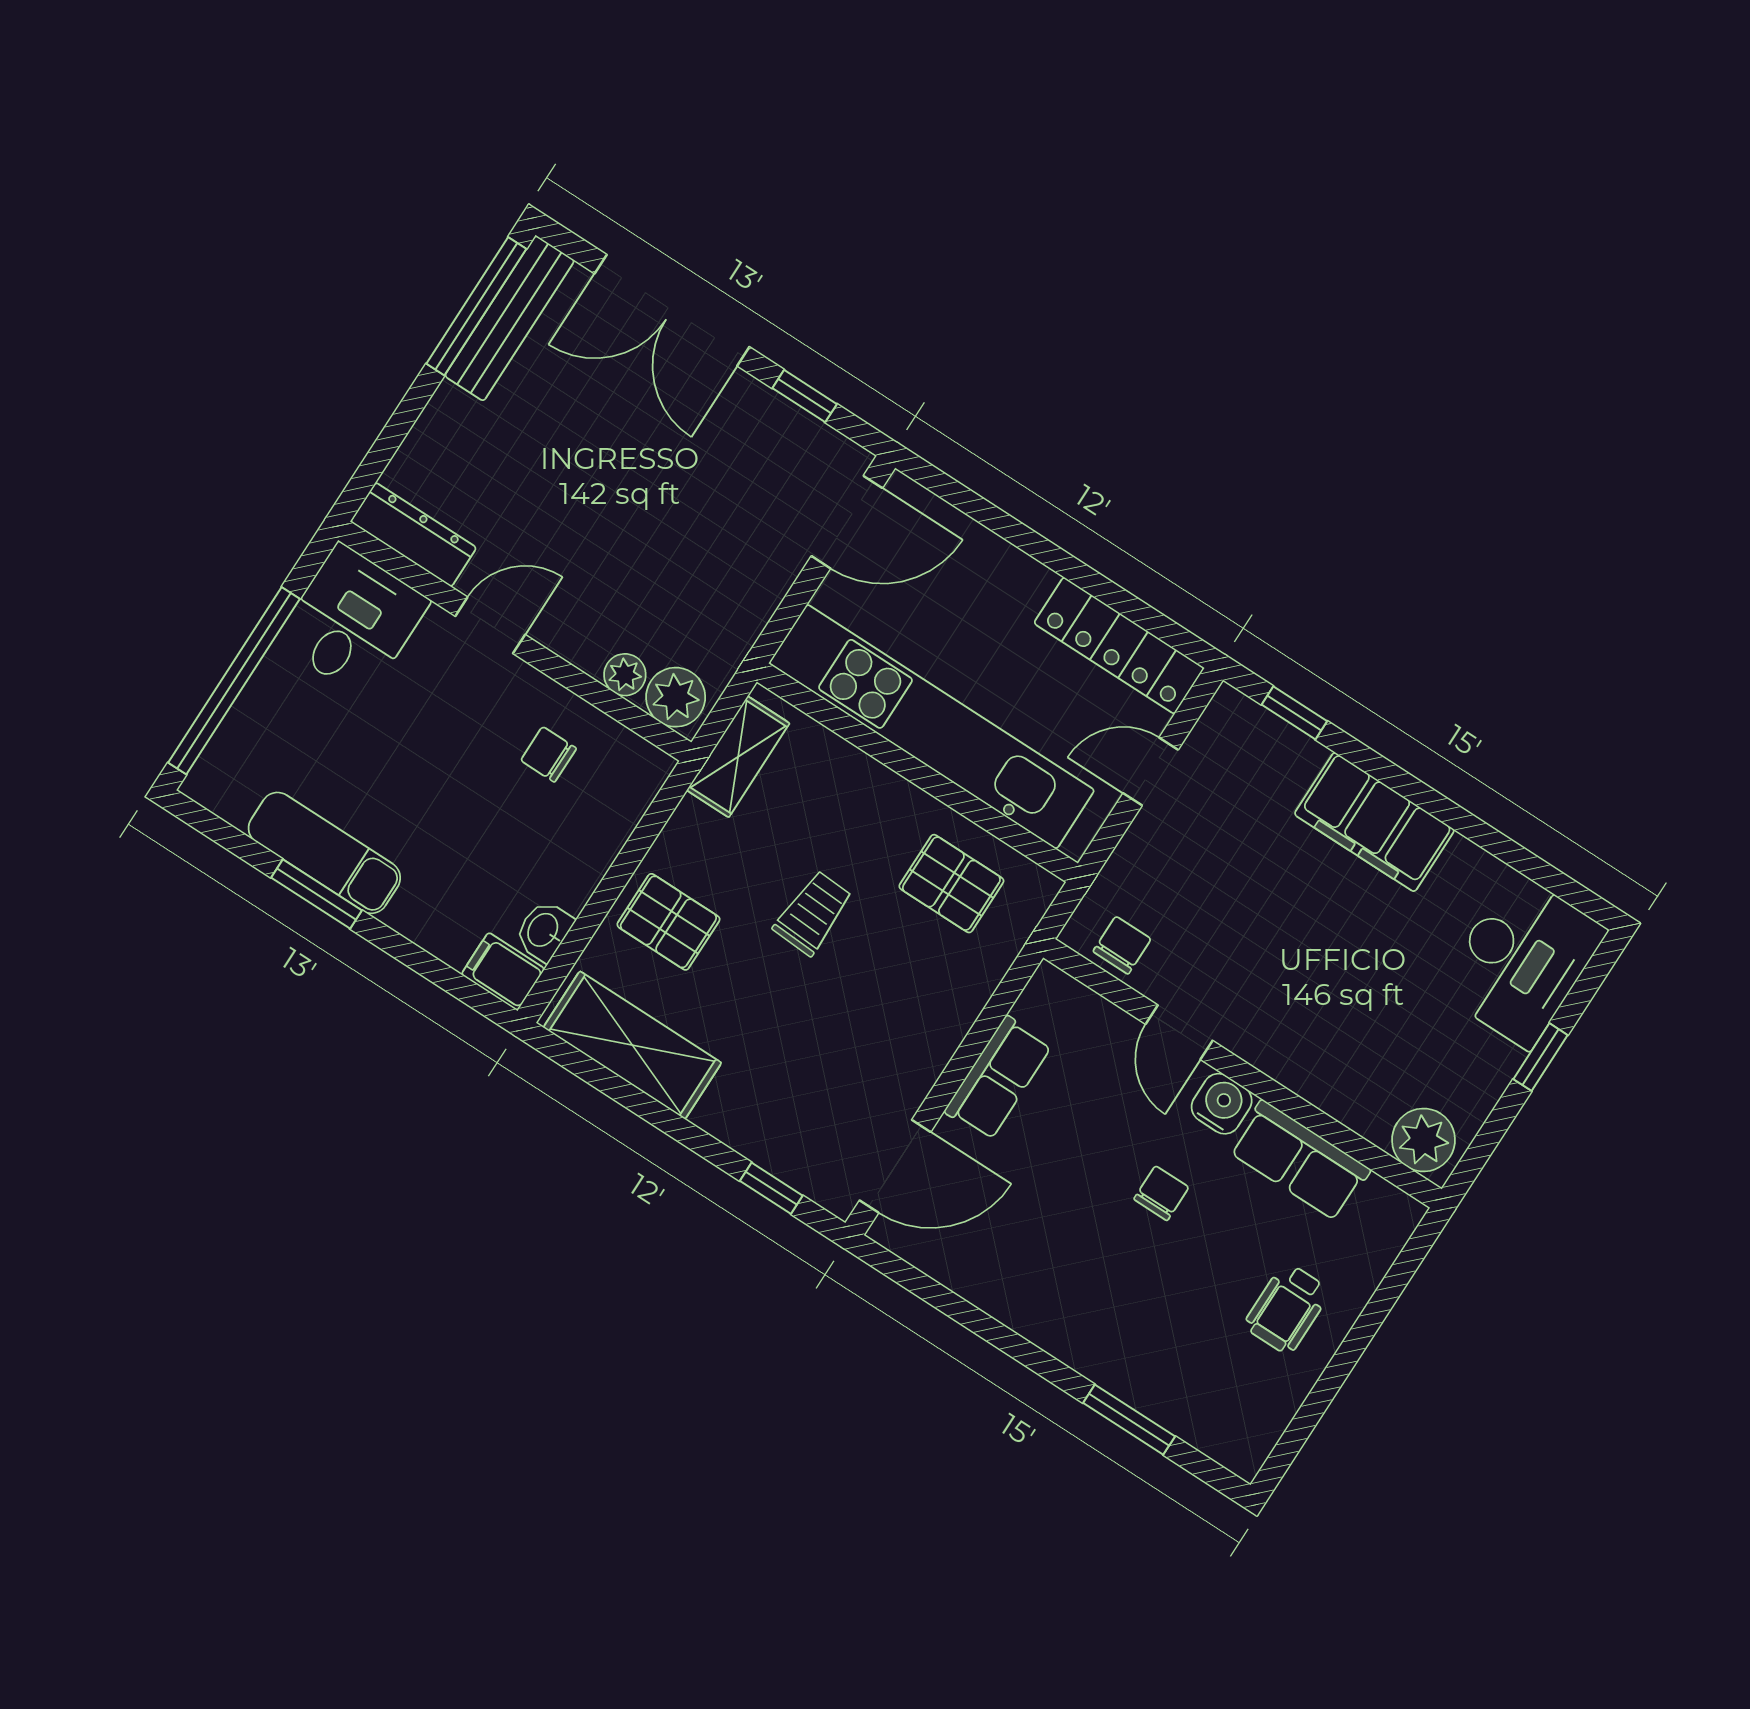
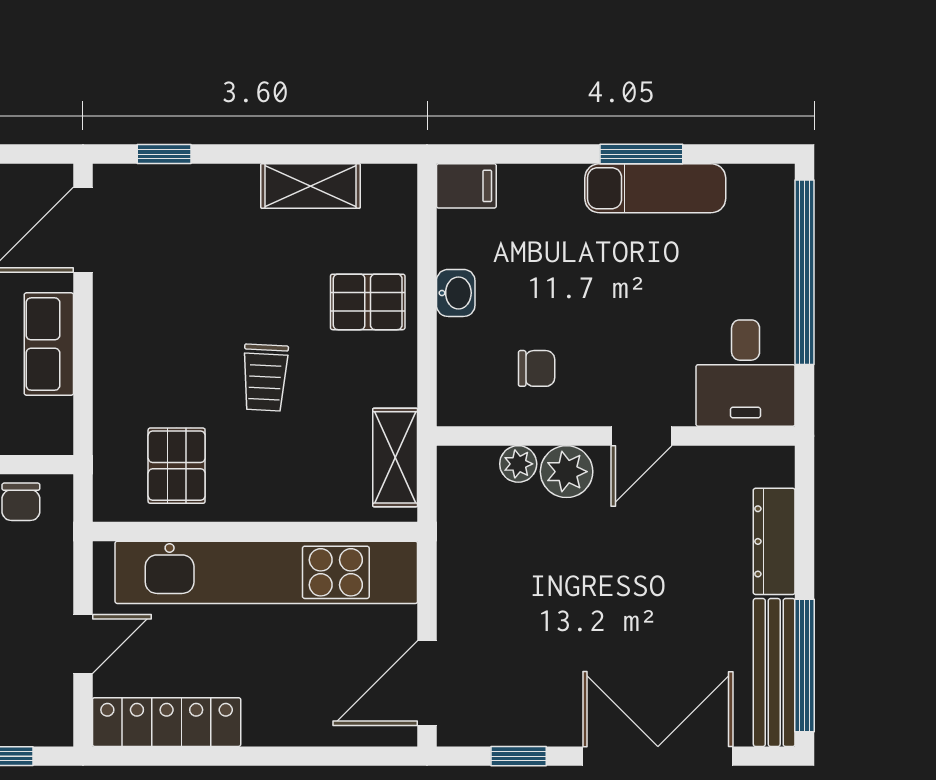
dresser: (413, 535) -> (774, 541), moved, turned 90
plant: (676, 697) -> (567, 472), moved
pallet: (951, 884) -> (177, 466), turned 90
washbasin: (544, 931) -> (456, 293), moved
shelving: (632, 1045) -> (311, 186), width x0.67, depth x0.75

